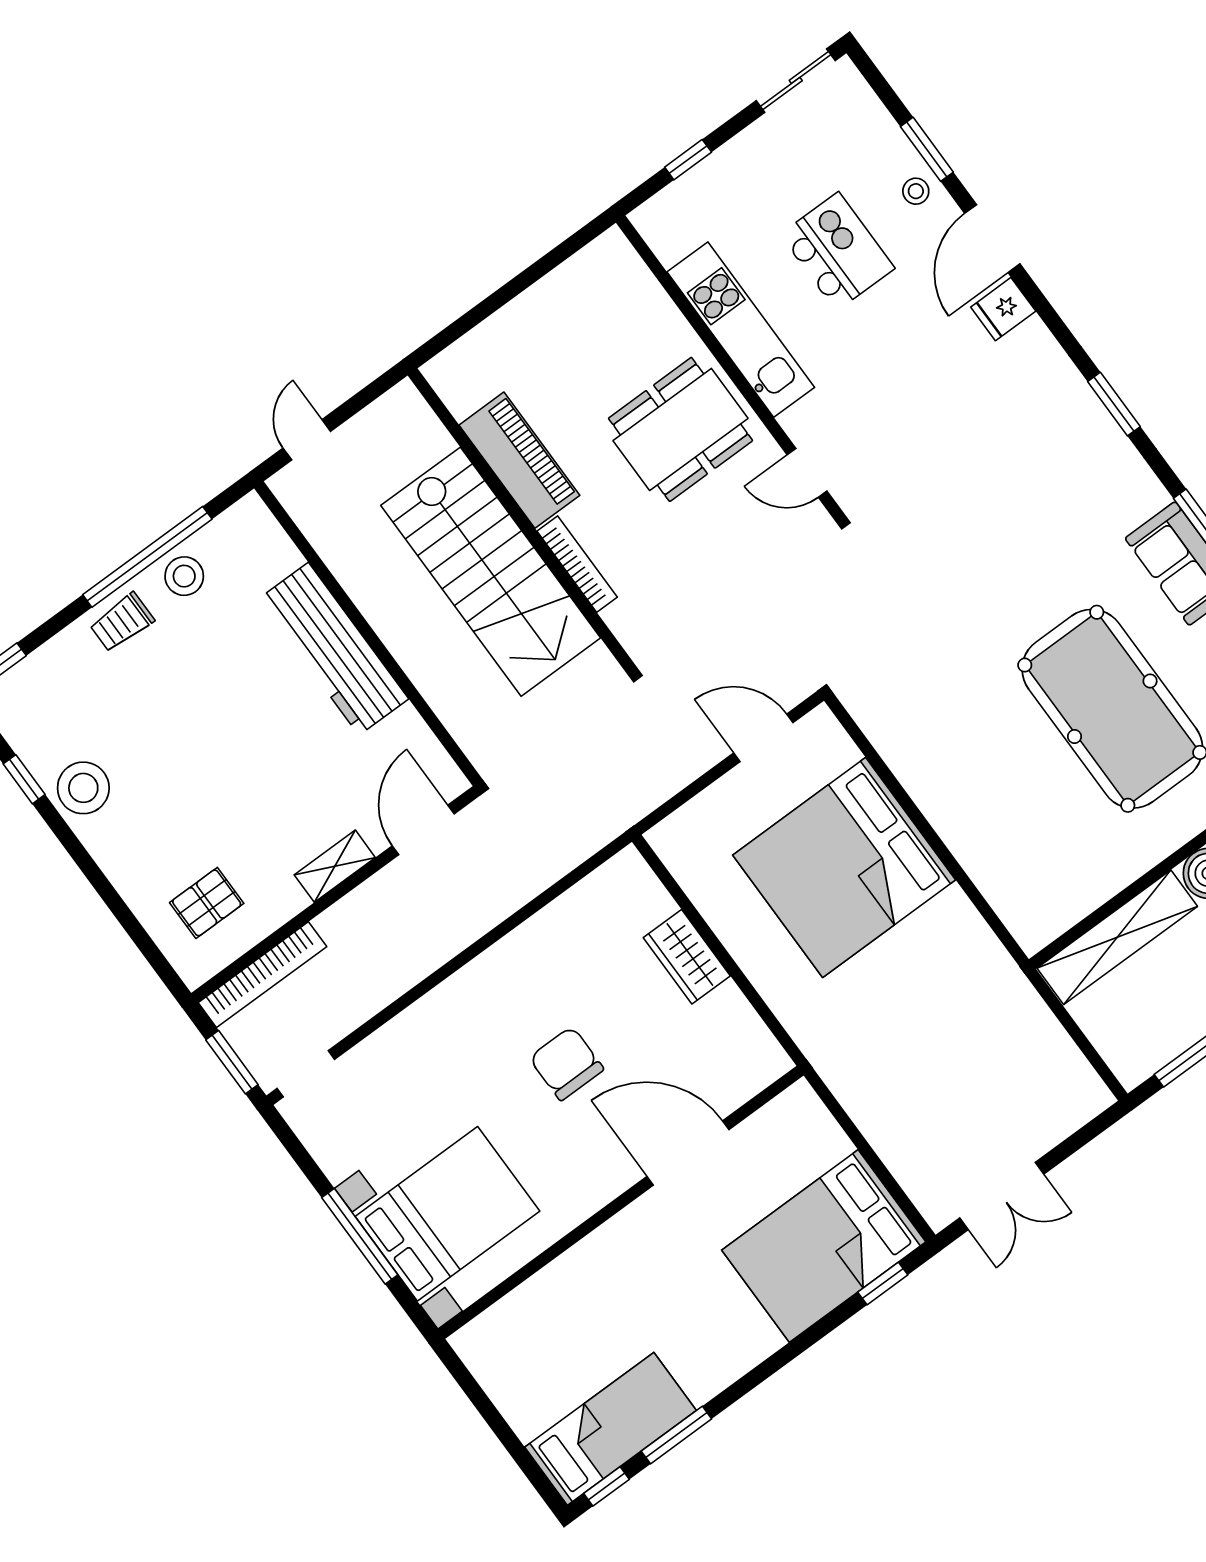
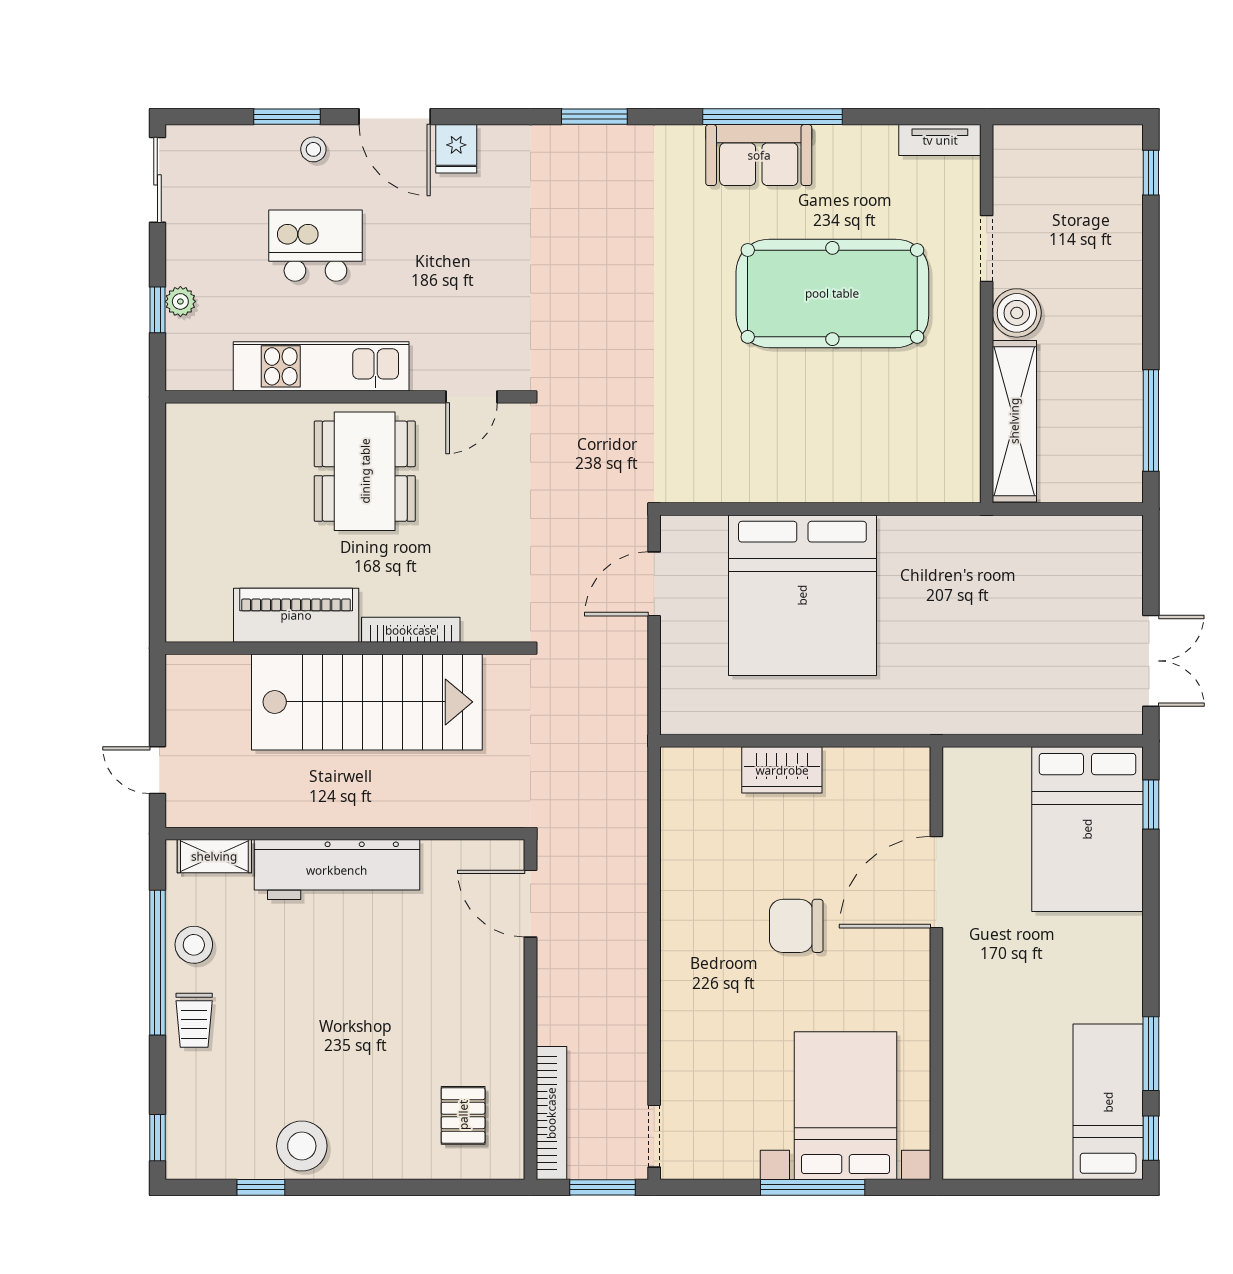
plant: (709, 174) -> (180, 301), added
shelving: (335, 866) -> (214, 856), moved, turned 90

